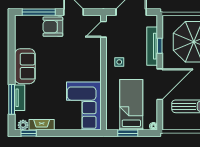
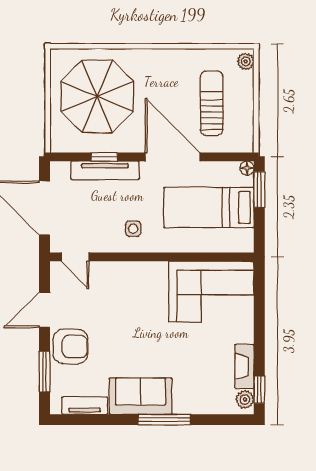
window: (39, 12) -> (44, 372), width x0.69
armchair: (53, 27) -> (71, 346), turned -90
tv unit: (20, 98) -> (85, 406), moved
window: (12, 99) -> (164, 420), moved
window: (128, 133) -> (259, 190), moved

